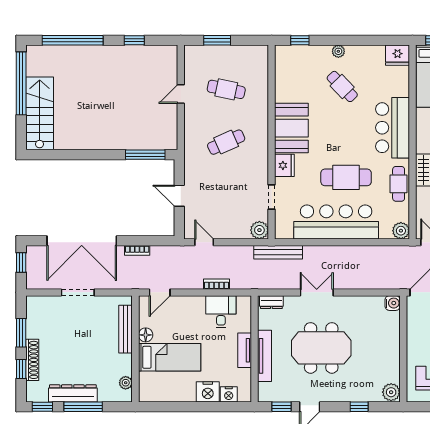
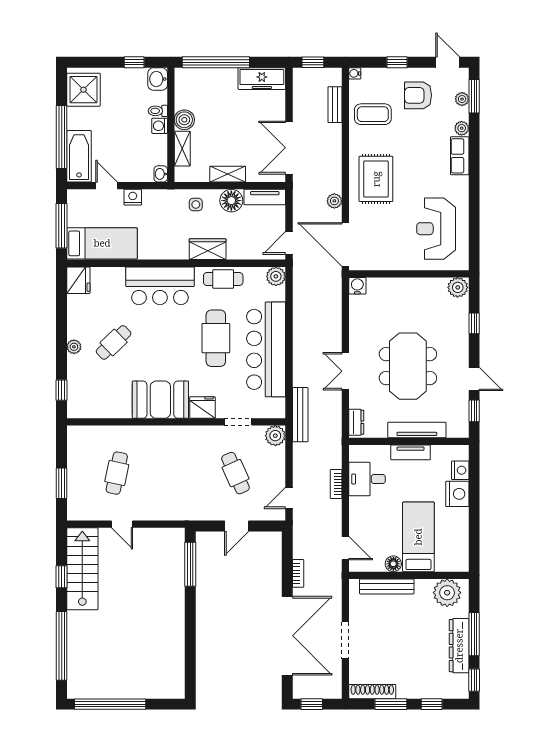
stairs: (40, 113) -> (82, 569), moved, turned 90
cafe table: (226, 142) -> (235, 473), moved
shoe rack: (32, 360) -> (372, 692), moved
plant: (126, 383) -> (447, 593), width x1.88, depth x1.88

